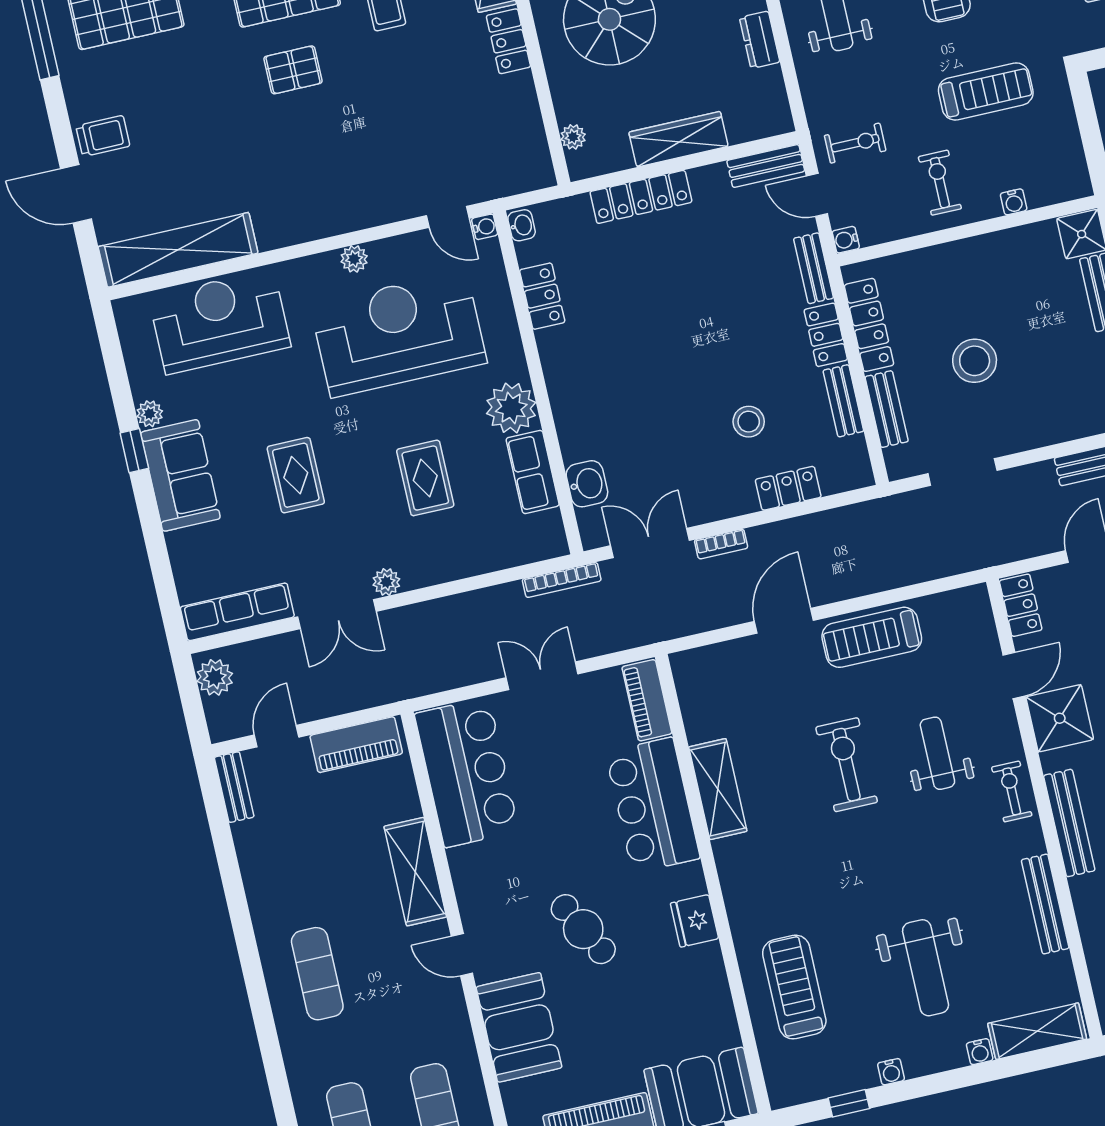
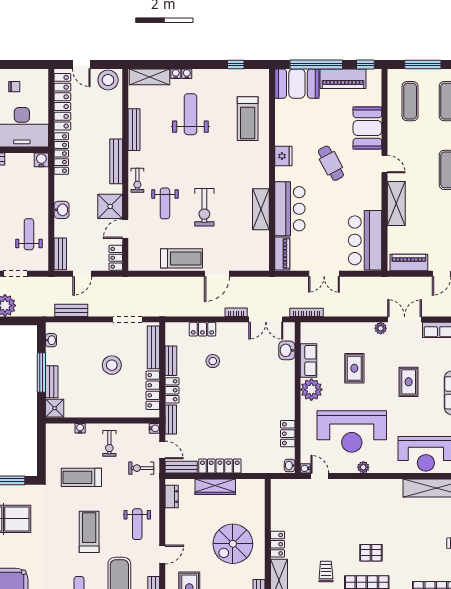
dresser: (760, 40) -> (172, 496), moved
plant: (573, 137) -> (259, 498), removed
locker: (641, 197) -> (220, 466), moved
bench: (887, 409) -> (153, 347), width x1.36
water cooler: (891, 1072) -> (187, 74), moved

